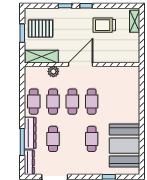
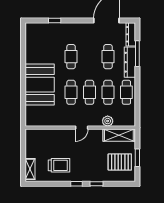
door: (81, 65) -> (82, 128), width x0.53
booth: (124, 146) -> (40, 85), moved

